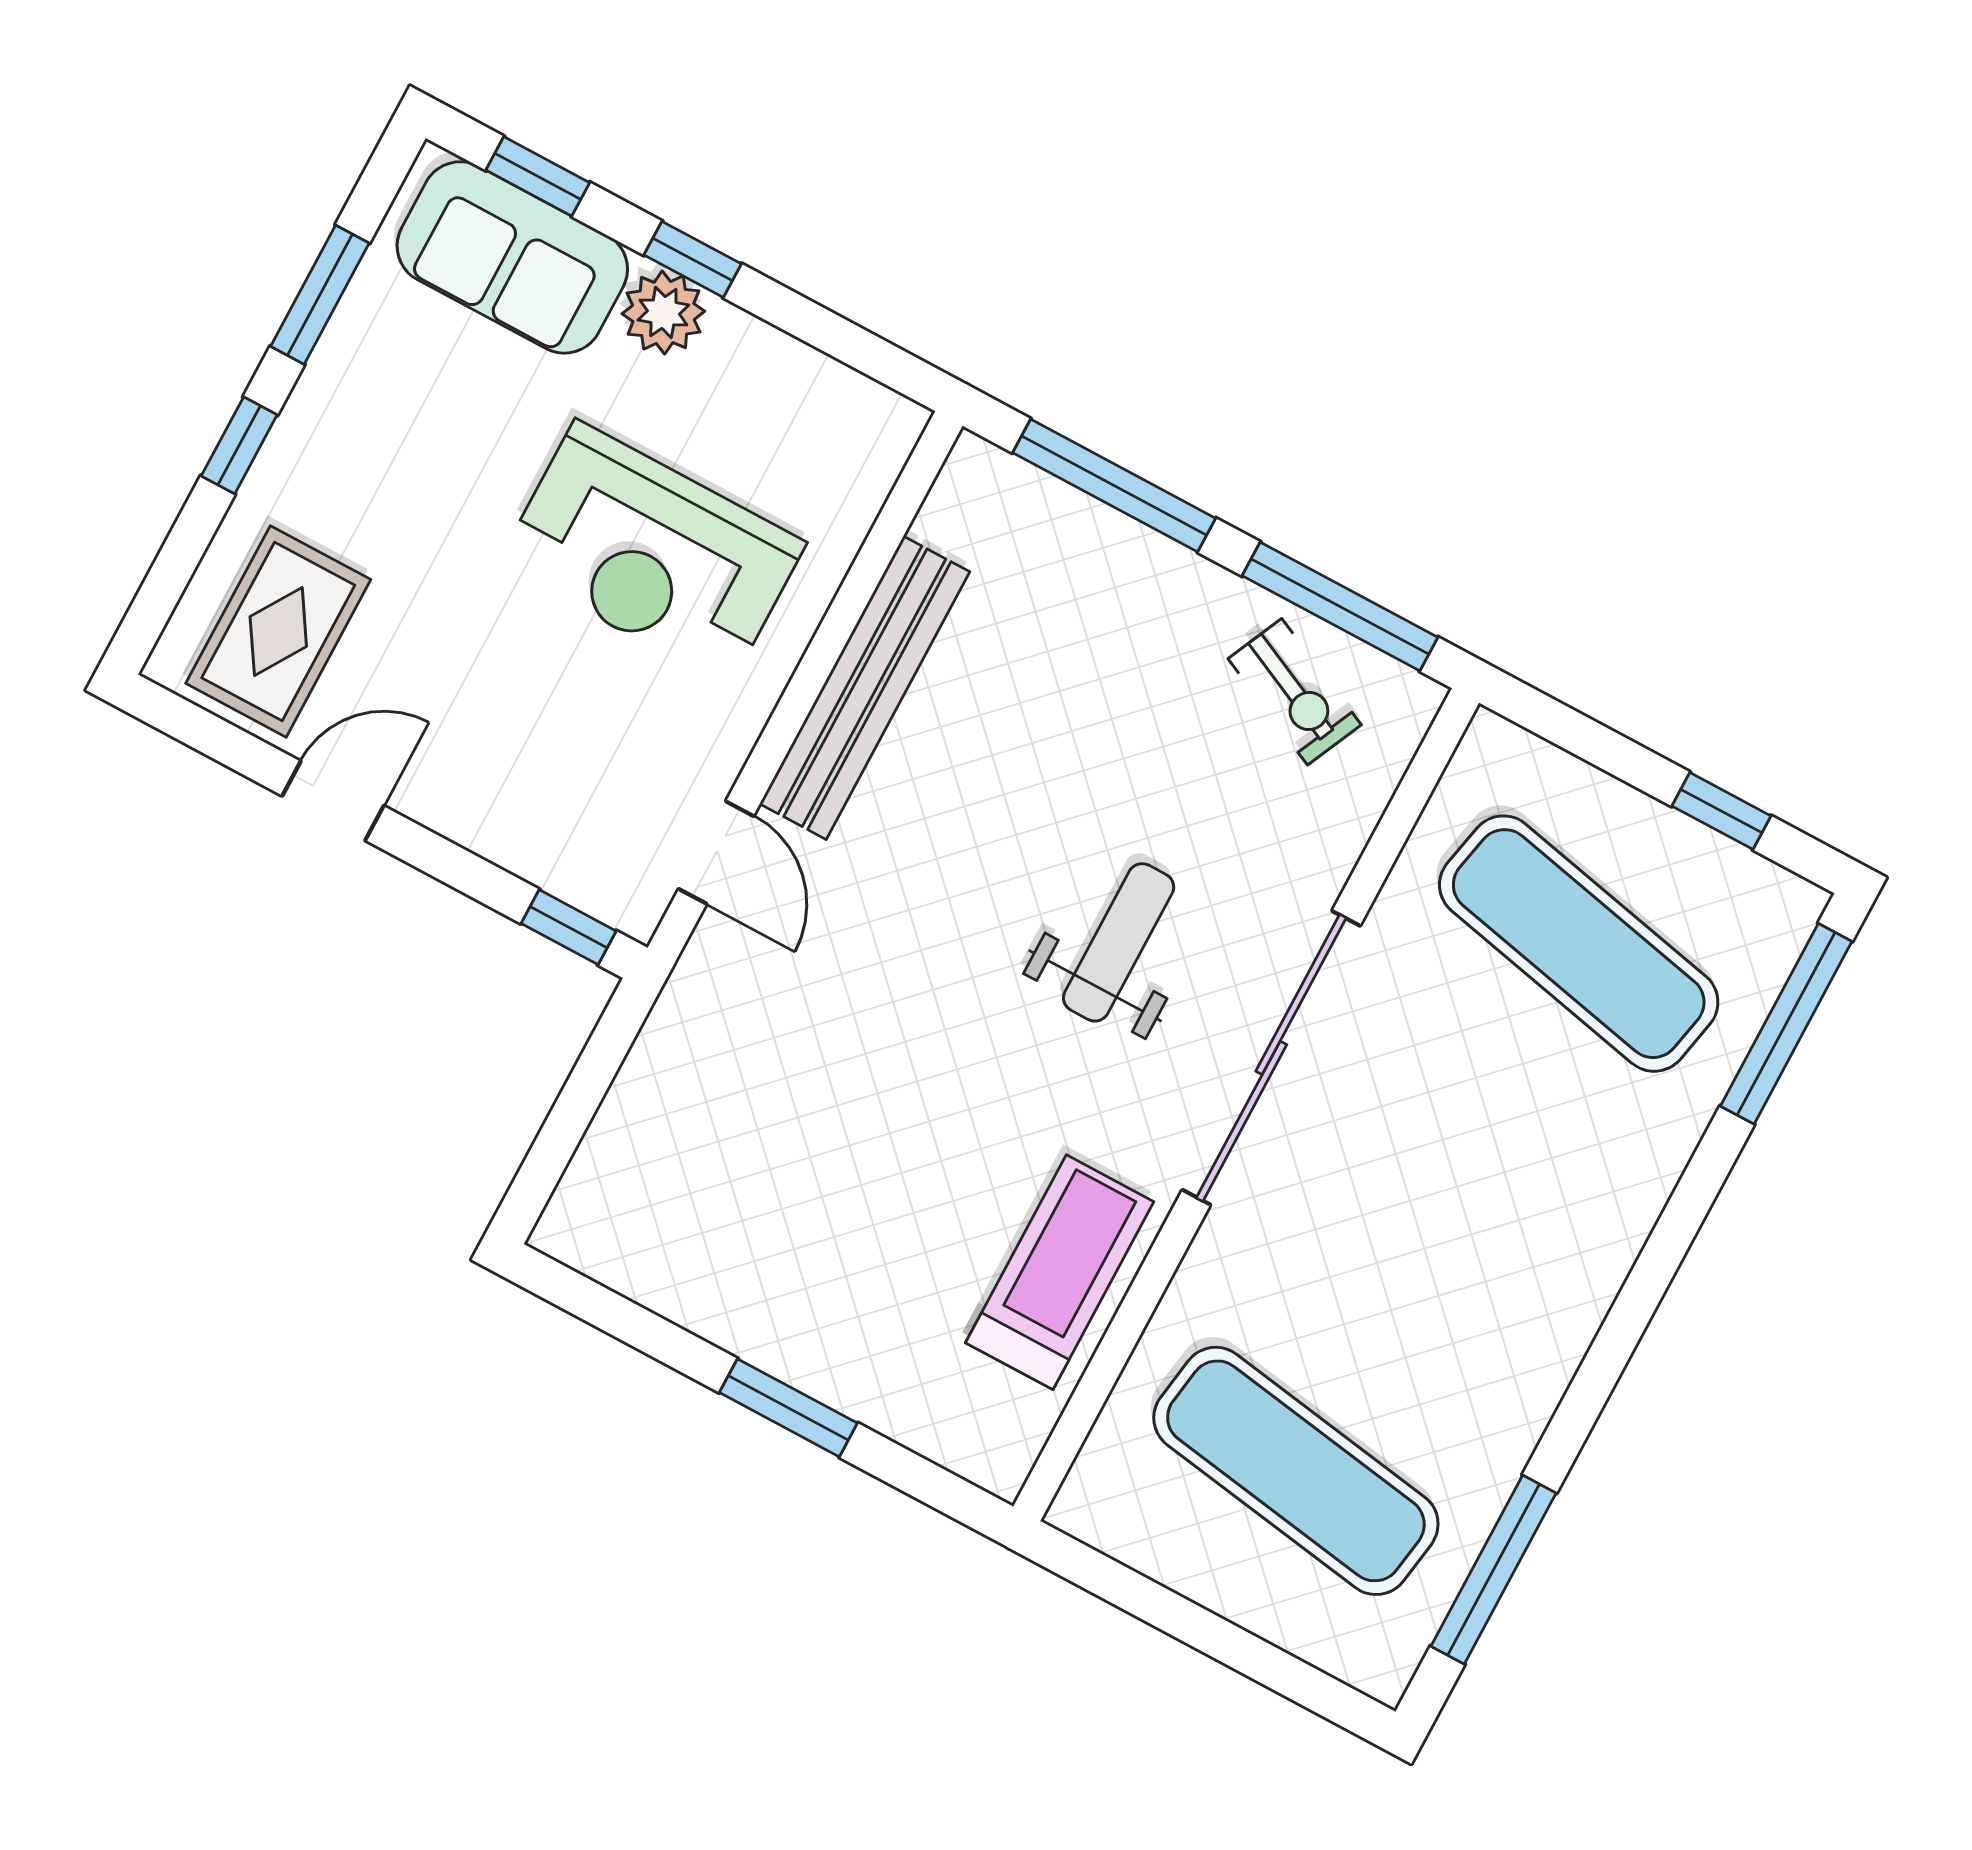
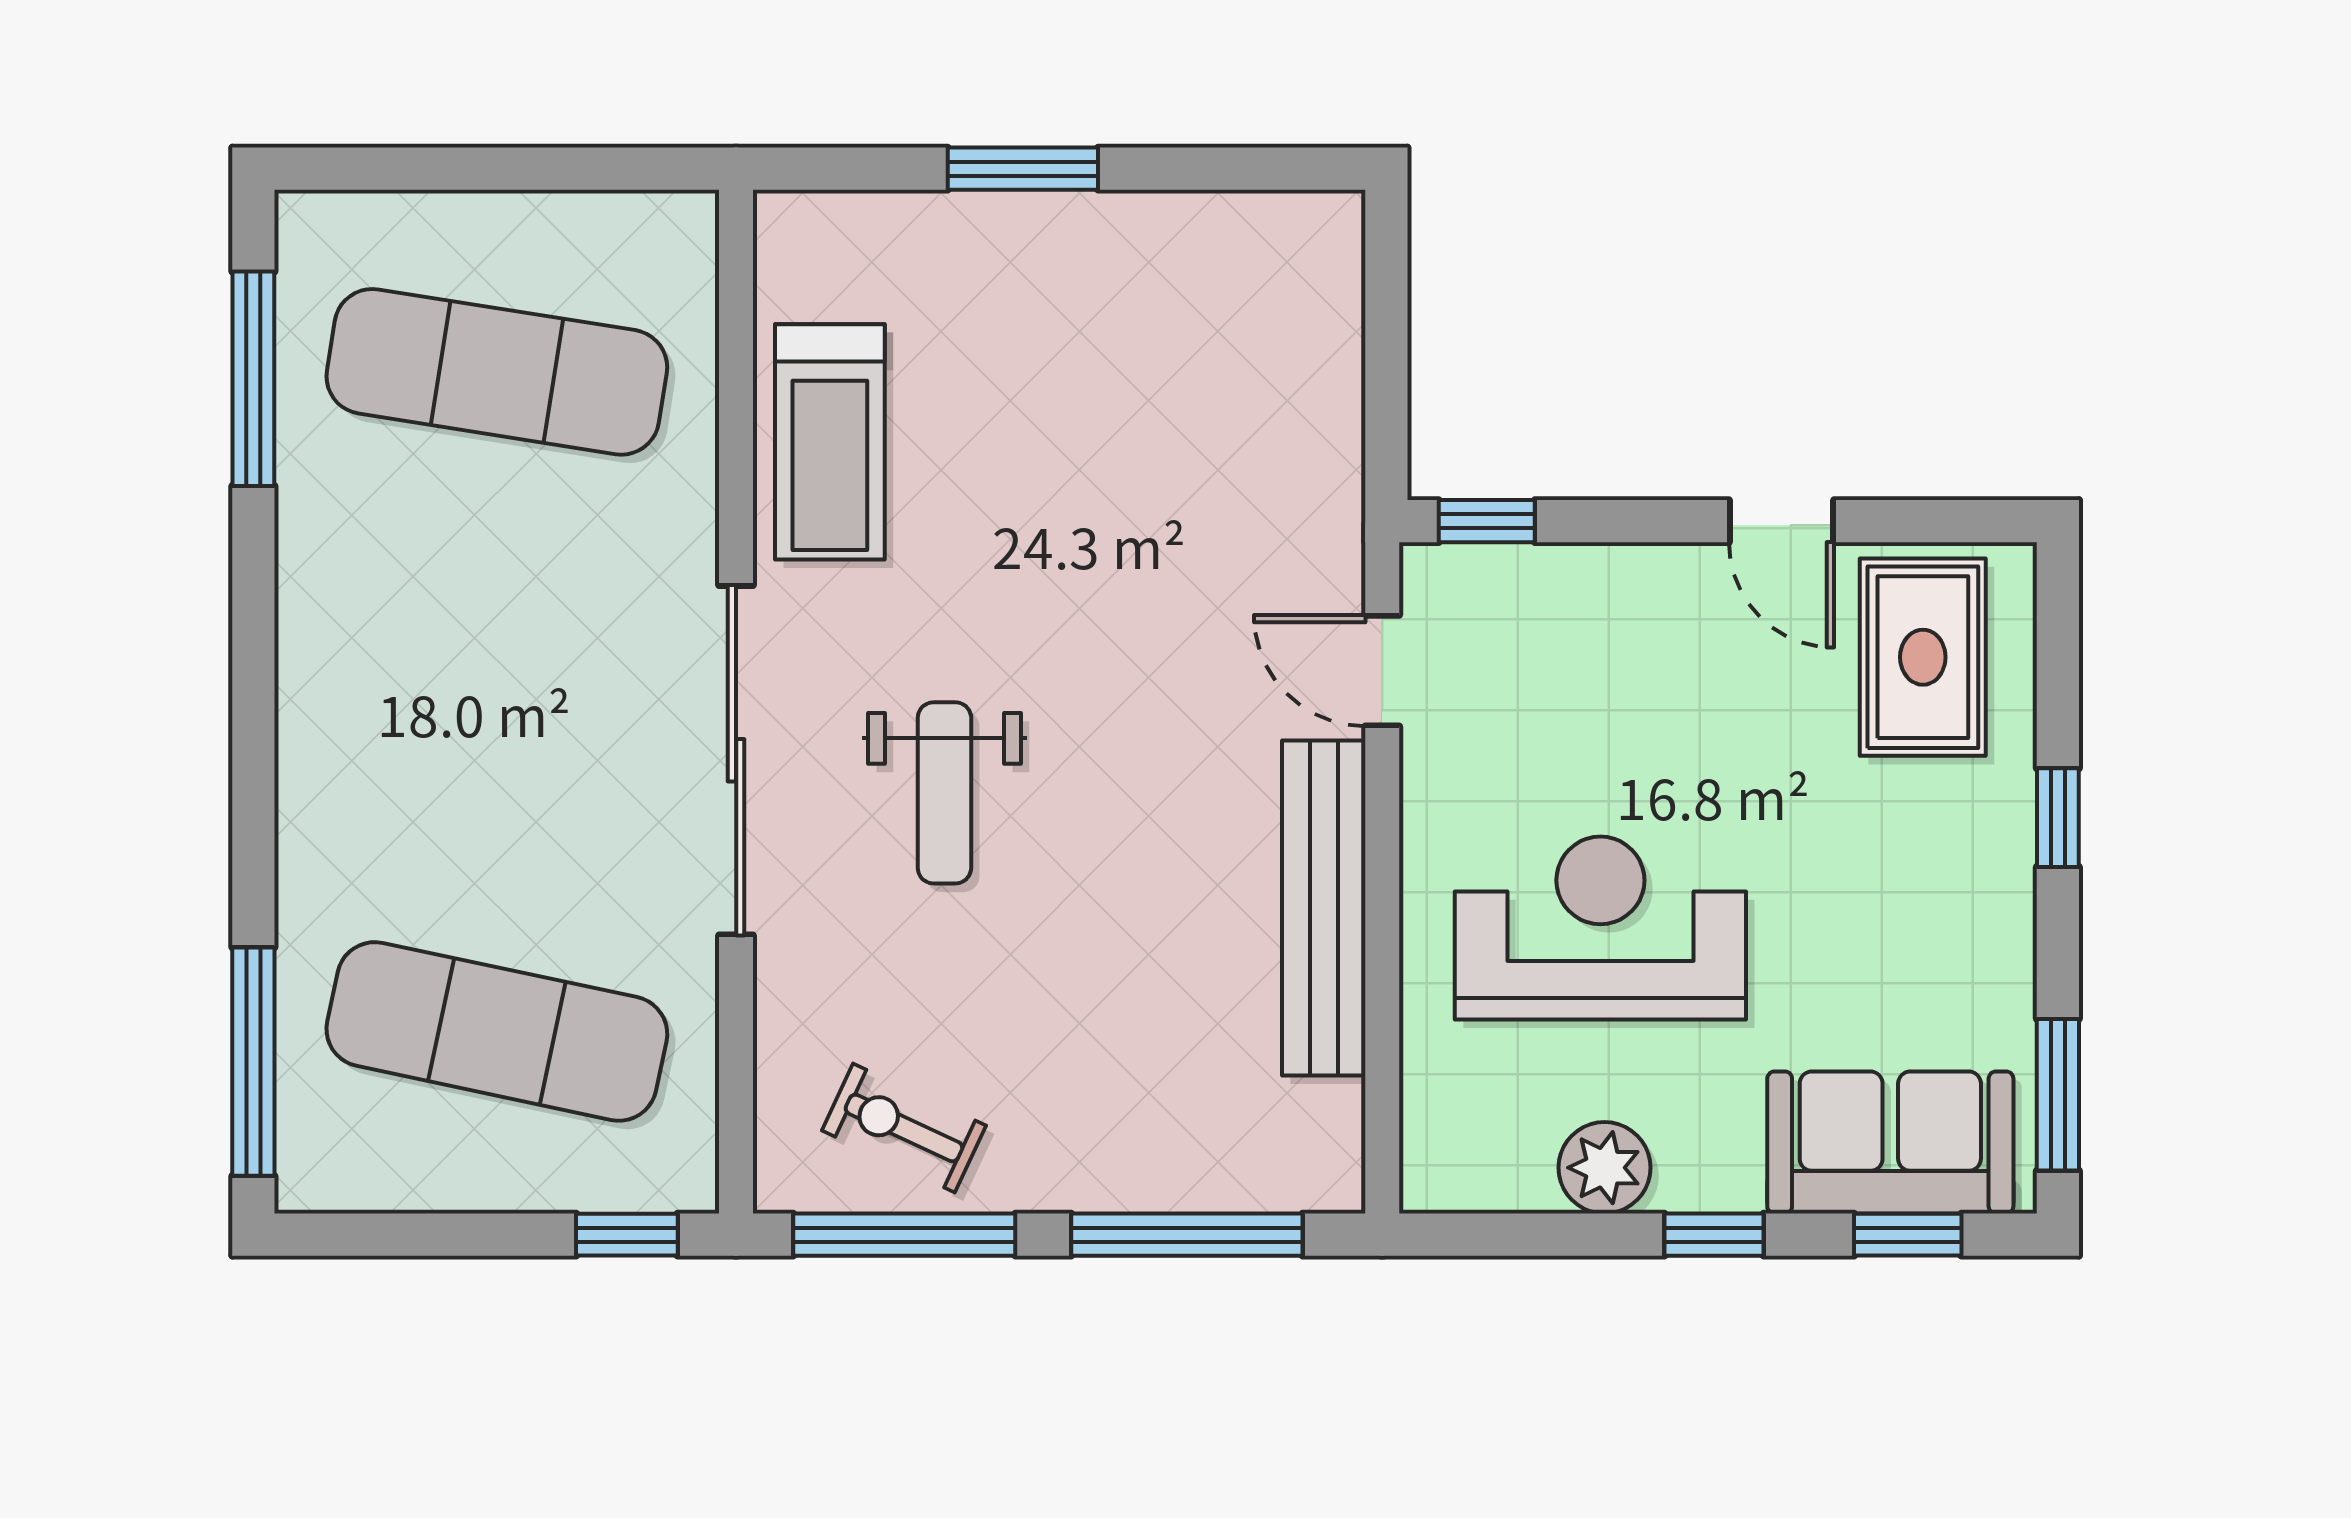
window: (320, 295) -> (2058, 1095), moved
plant: (663, 312) -> (1604, 1168), moved
door: (333, 801) -> (1781, 521), hinge flipped
window: (1721, 811) -> (627, 1235), moved

